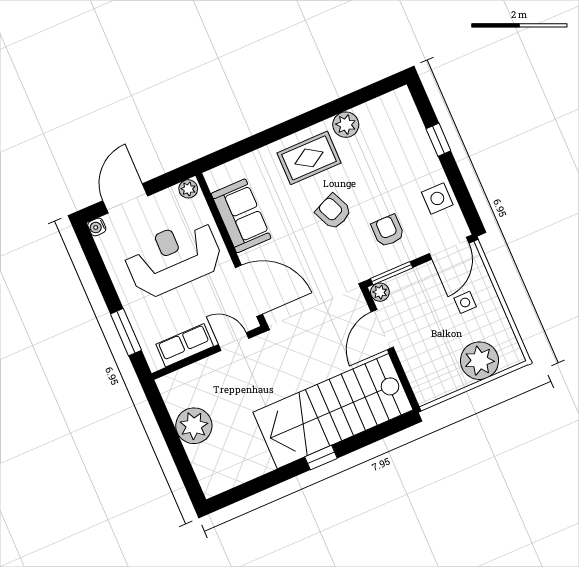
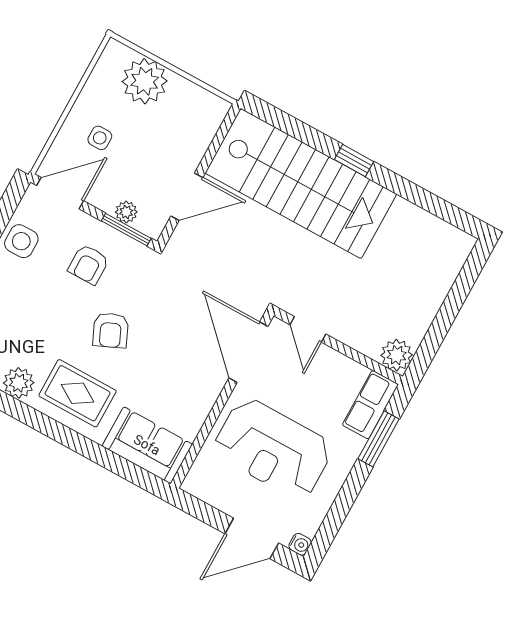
plant: (188, 189) -> (196, 485), removed
sofa: (241, 216) -> (147, 445), moved, turned 90
plant: (380, 292) -> (126, 212), moved
row of seats: (185, 345) -> (370, 405), moved, turned 90
plant: (194, 426) -> (397, 355), moved, width x0.73, depth x0.73

